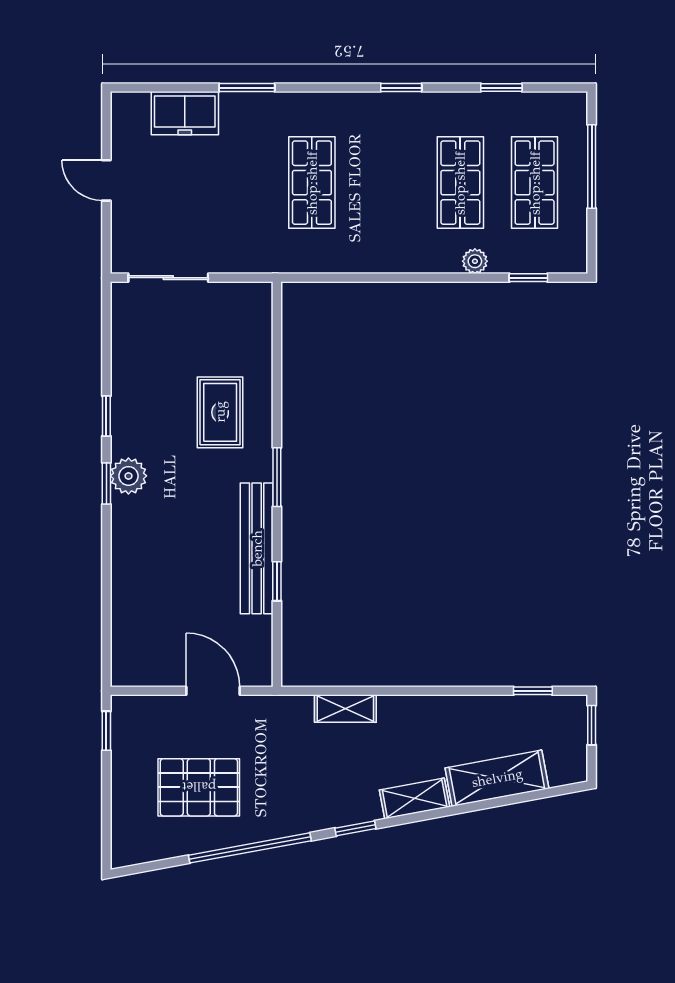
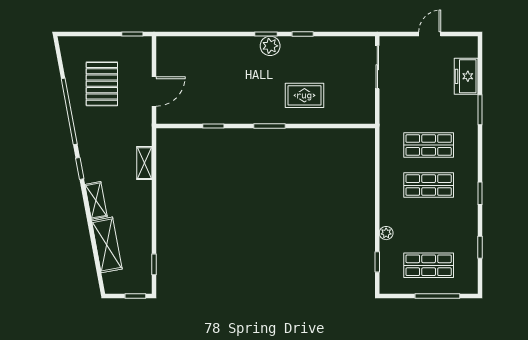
shop shelf: (460, 183) -> (429, 185), moved
bench: (257, 548) -> (231, 115), removed

